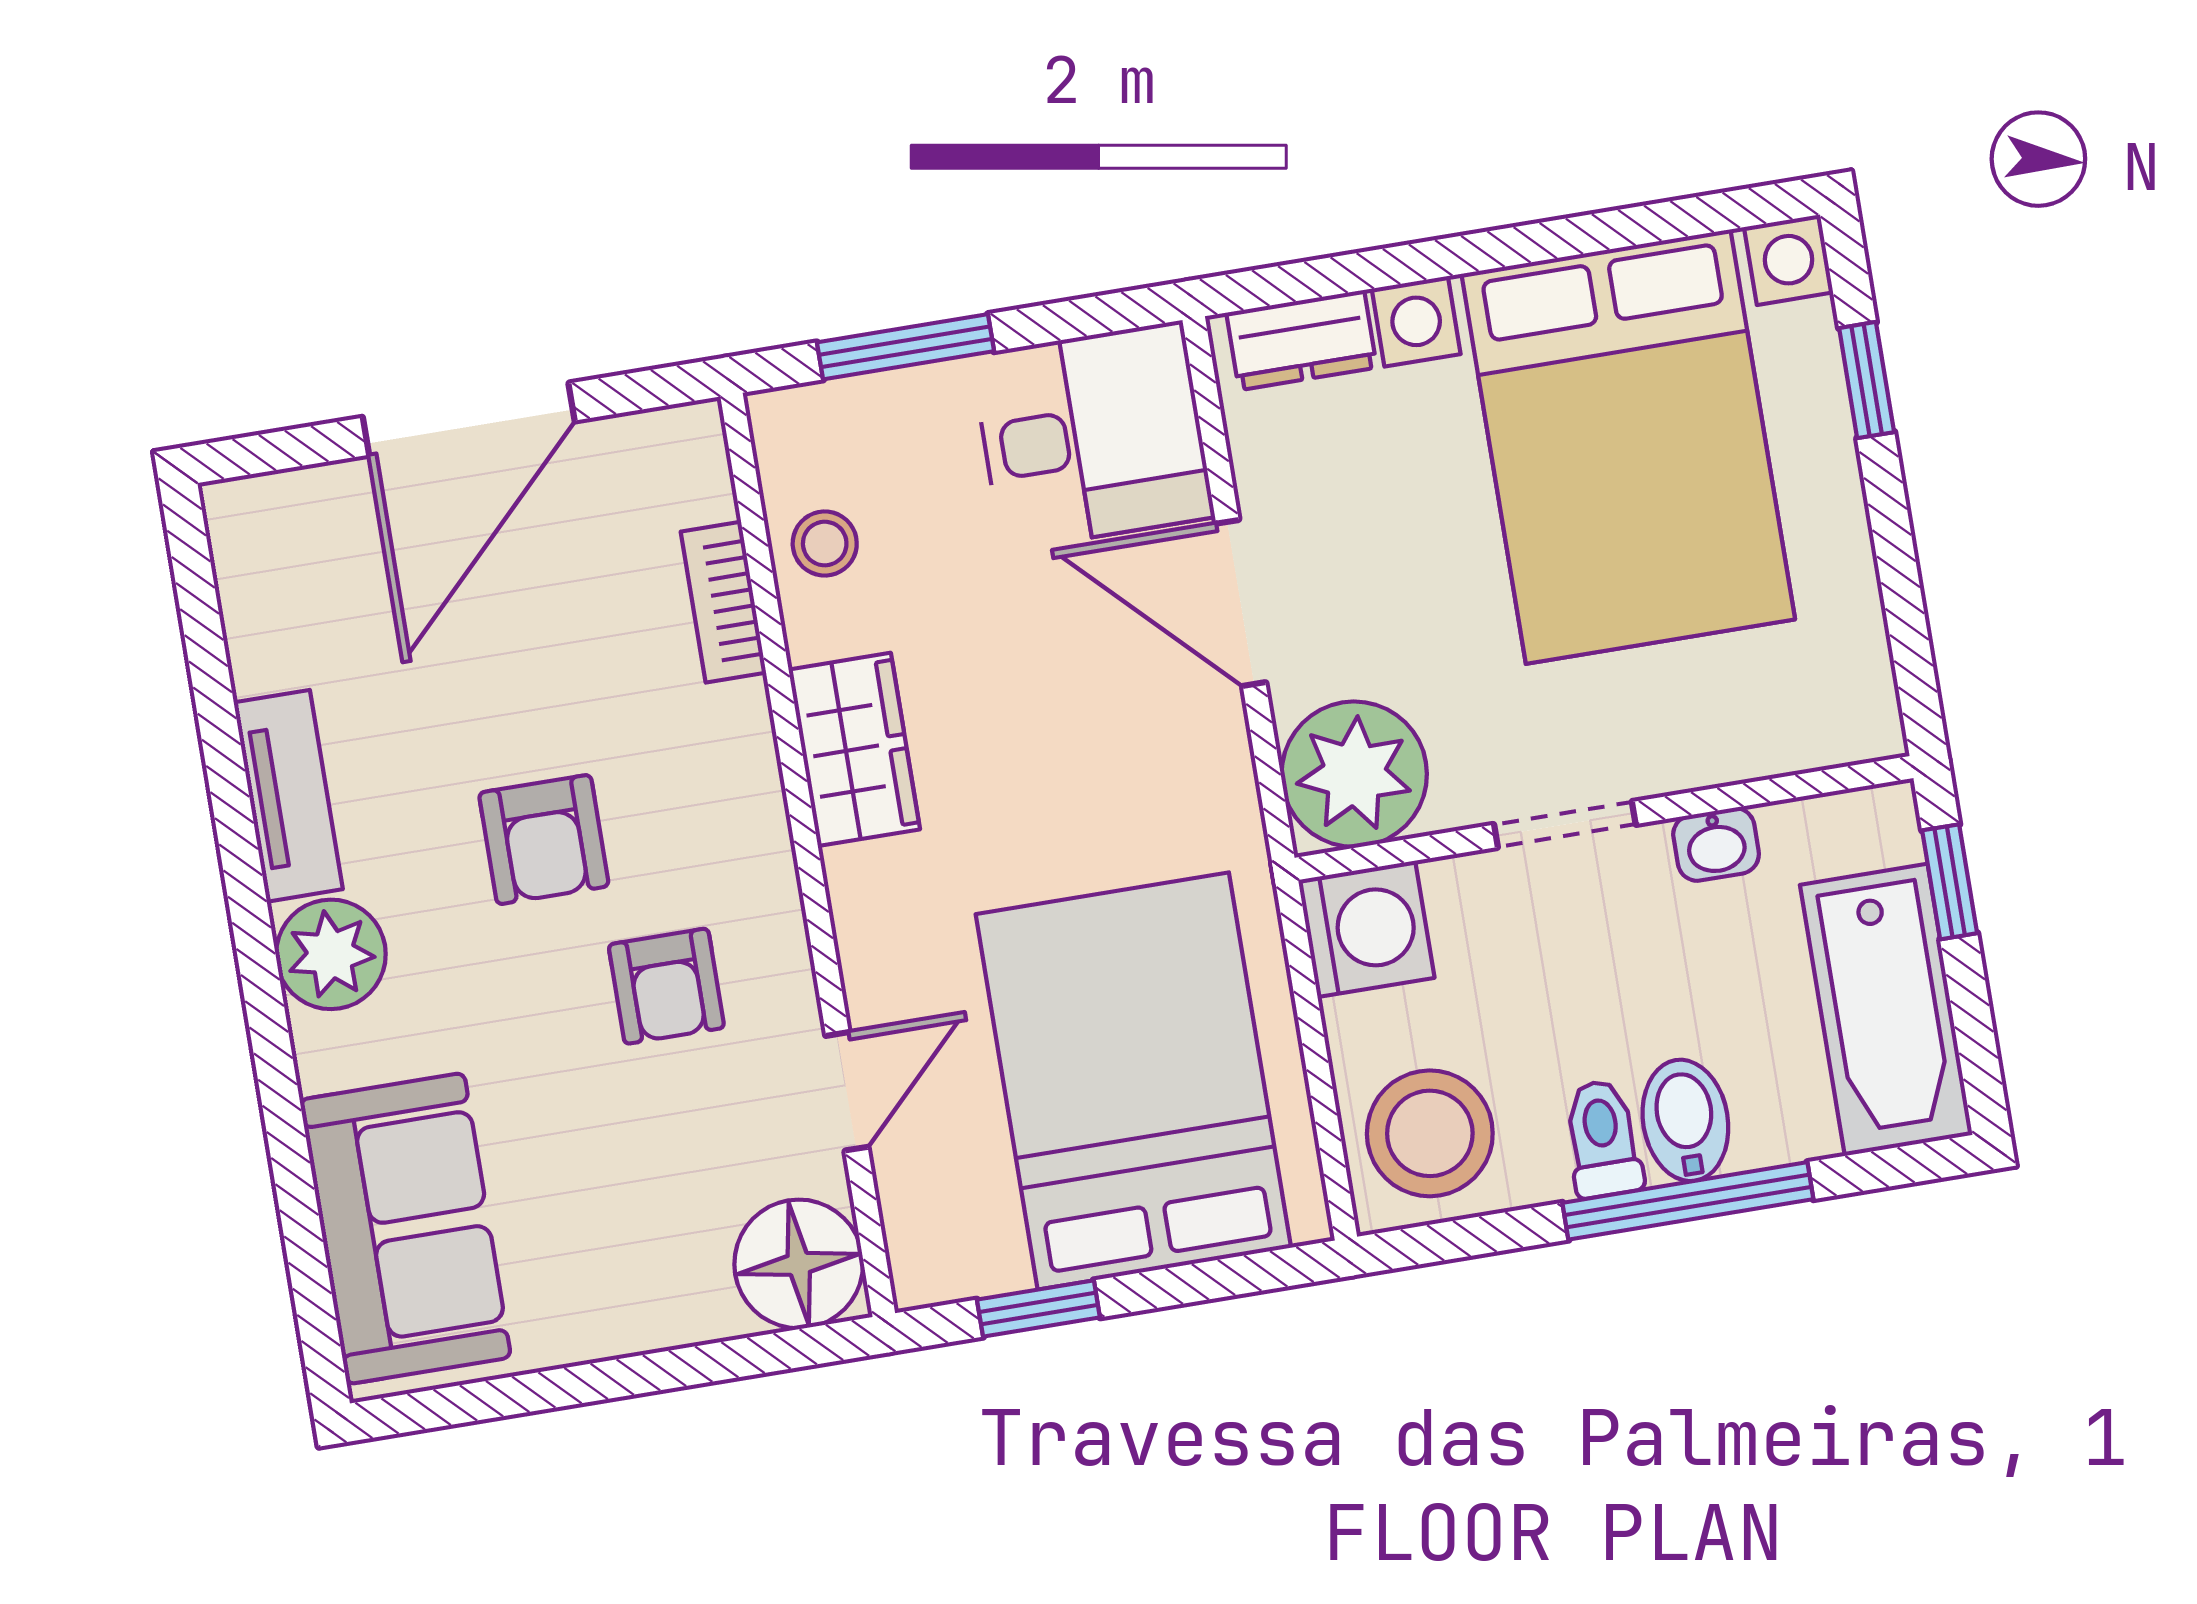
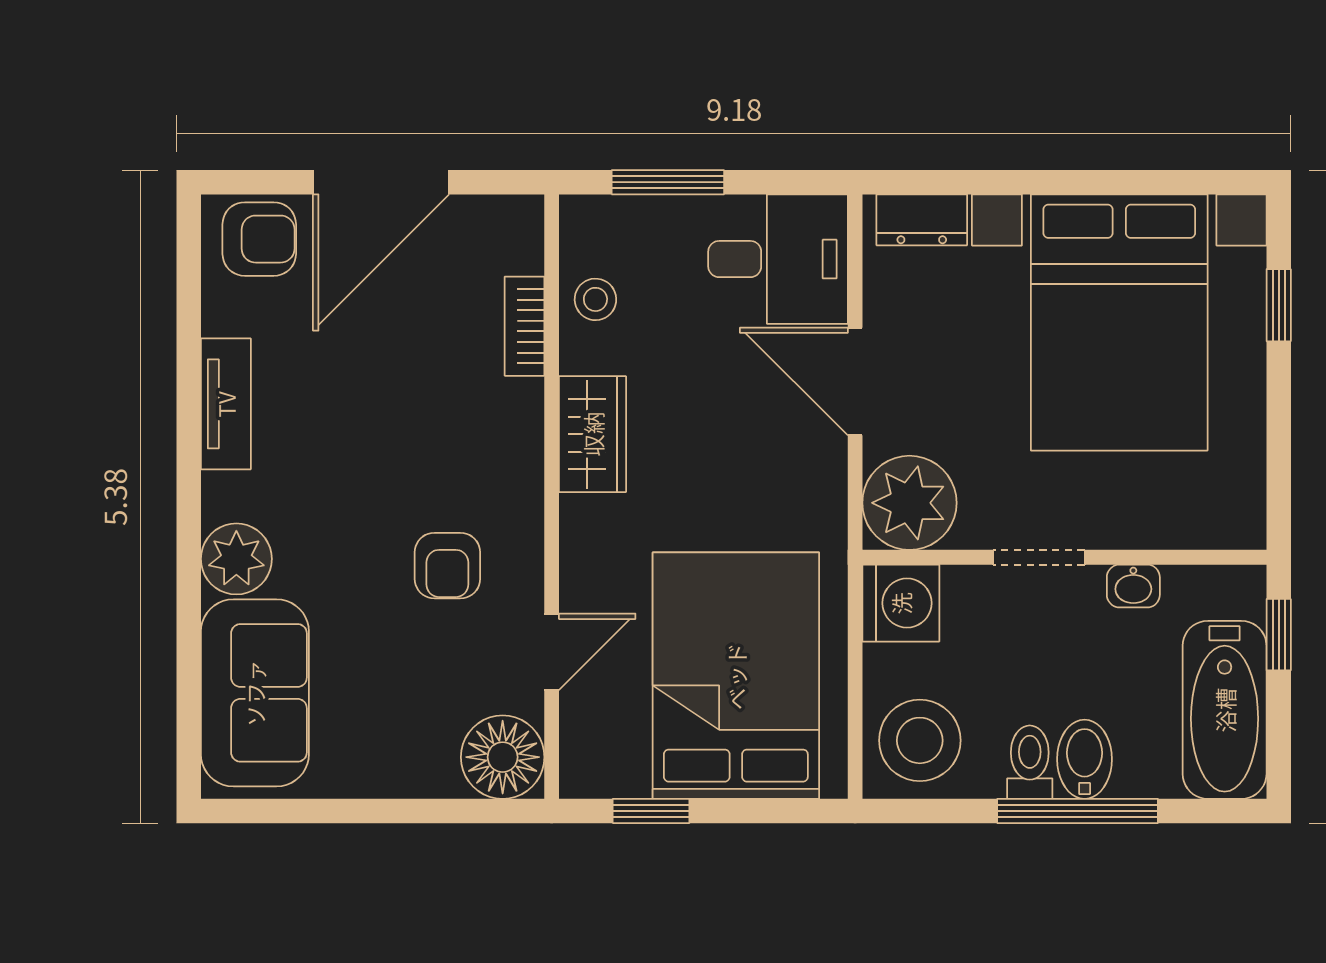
armchair: (544, 840) -> (259, 239), moved, turned -90
plant: (331, 954) -> (236, 559), moved

